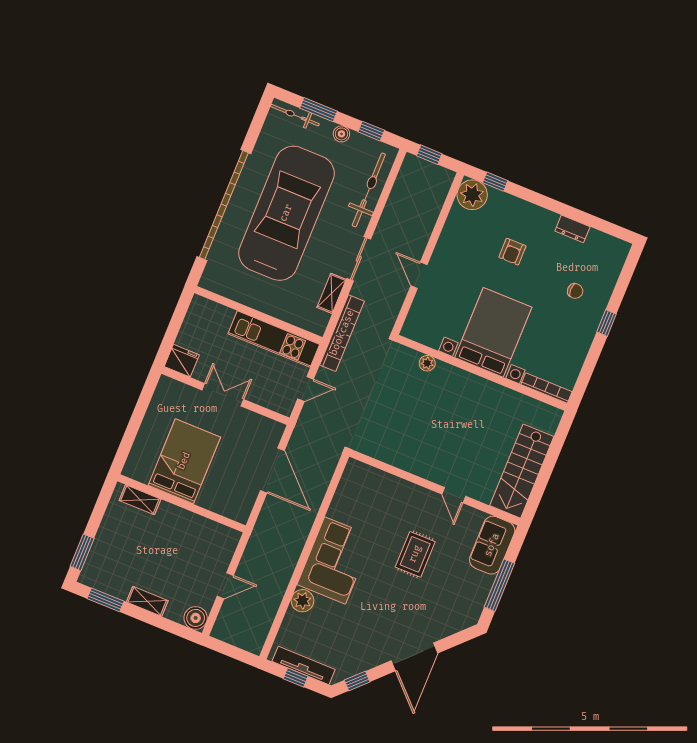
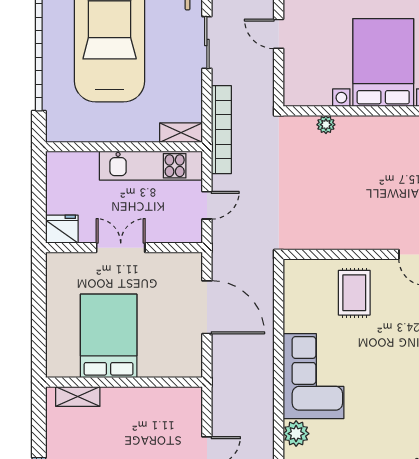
shelving: (331, 293) -> (181, 133), moved, turned 90
rug: (415, 554) -> (354, 293), moved

